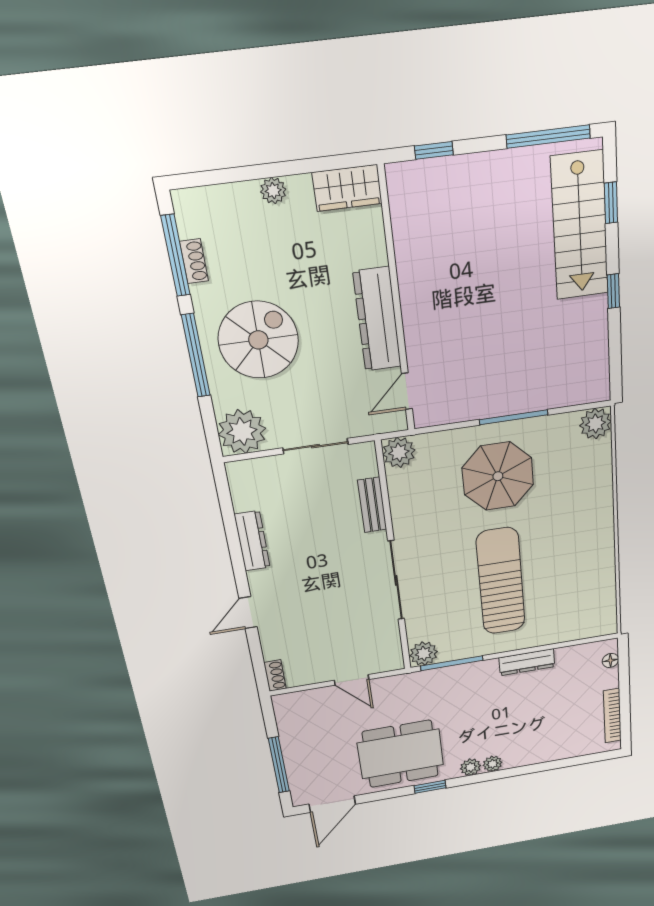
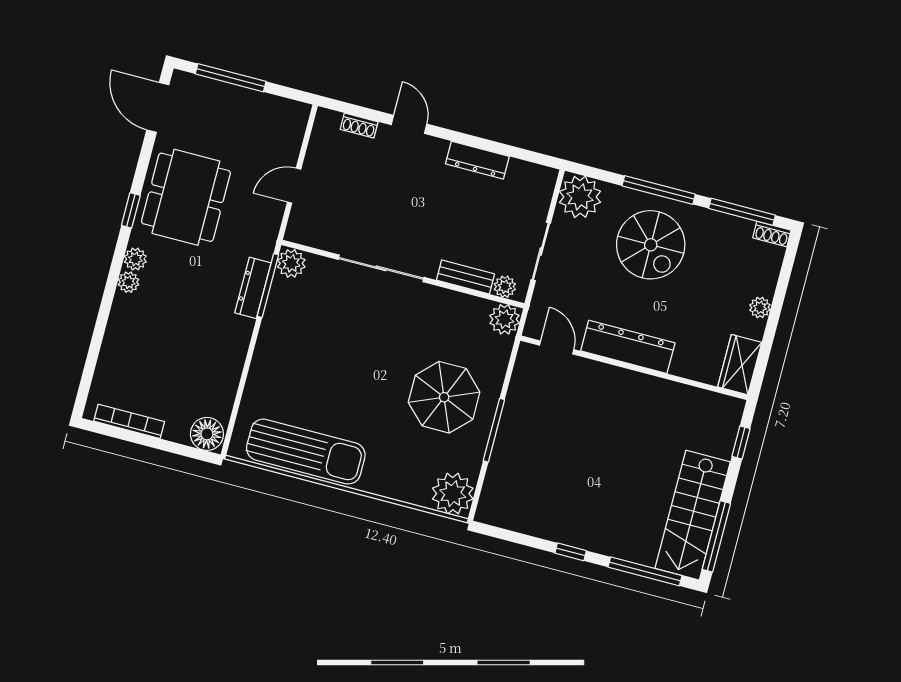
window: (611, 203) -> (645, 571), width x2.17
stairs: (580, 226) -> (693, 515), moved, turned -90
shoe rack: (194, 261) -> (772, 234), moved
plant: (595, 424) -> (453, 494), width x1.36, depth x1.36
plant: (366, 465) -> (505, 287), added
sun lounger: (501, 581) -> (306, 452), moved
floor lamp: (610, 660) -> (207, 434), width x1.89, depth x1.89
dresser: (527, 662) -> (253, 288), moved
shoe rack: (275, 675) -> (359, 126), moved

